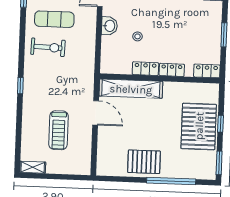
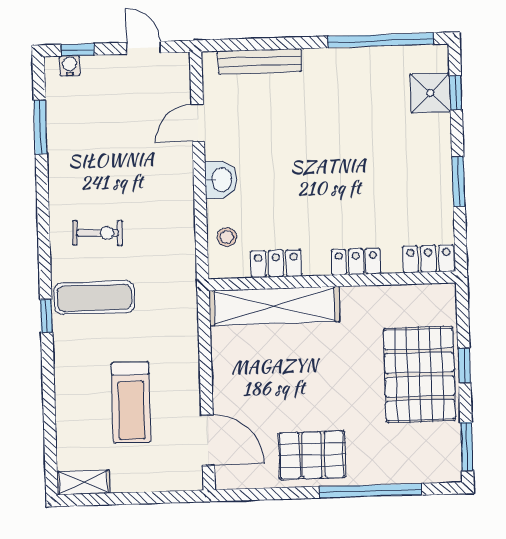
exercise mat: (54, 19) -> (94, 298), moved
stool: (137, 36) -> (227, 237), moved
exercise bike: (48, 47) -> (98, 233), width x0.73, depth x0.72
locker: (145, 69) -> (276, 264), moved
door: (96, 113) -> (208, 440), moved

